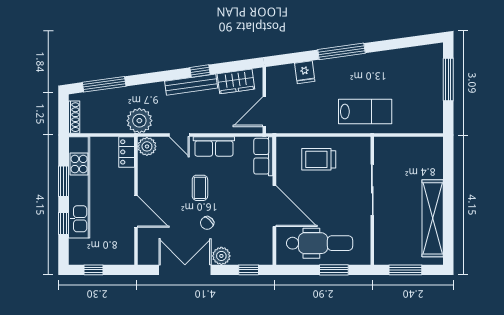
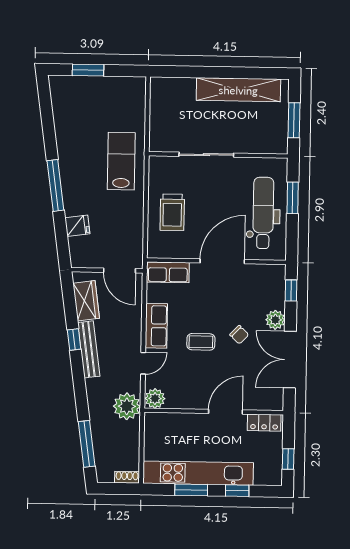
window: (448, 80) -> (88, 70), width x0.69
shoe rack: (74, 117) -> (127, 477), width x0.70
locker: (127, 152) -> (264, 423), moved

